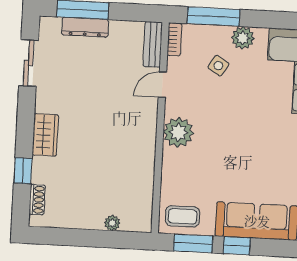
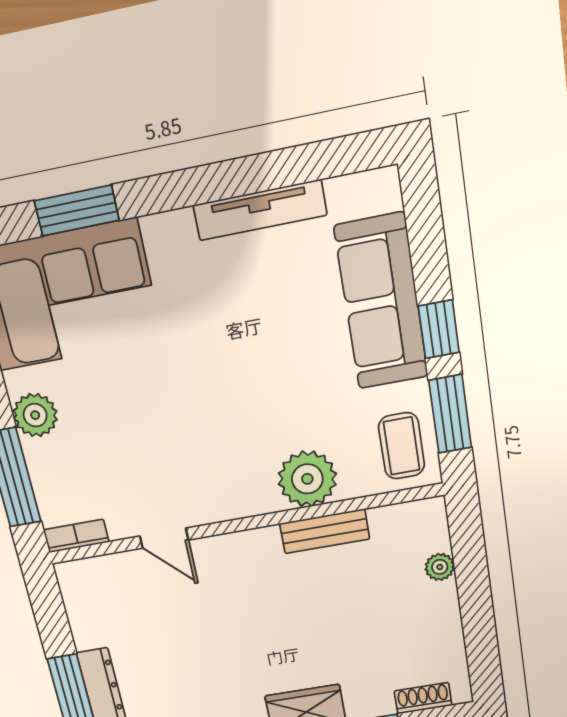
bench: (153, 44) -> (325, 531), moved
side table: (218, 66) -> (100, 447), removed
plant: (178, 132) -> (307, 479), moved

